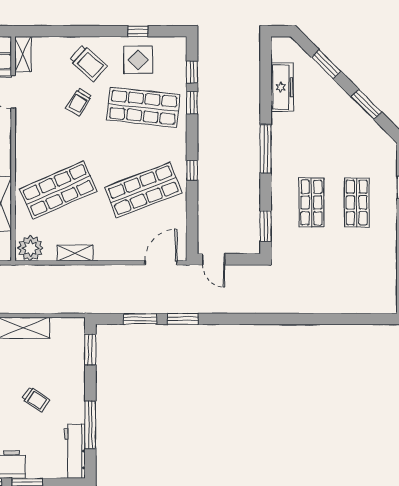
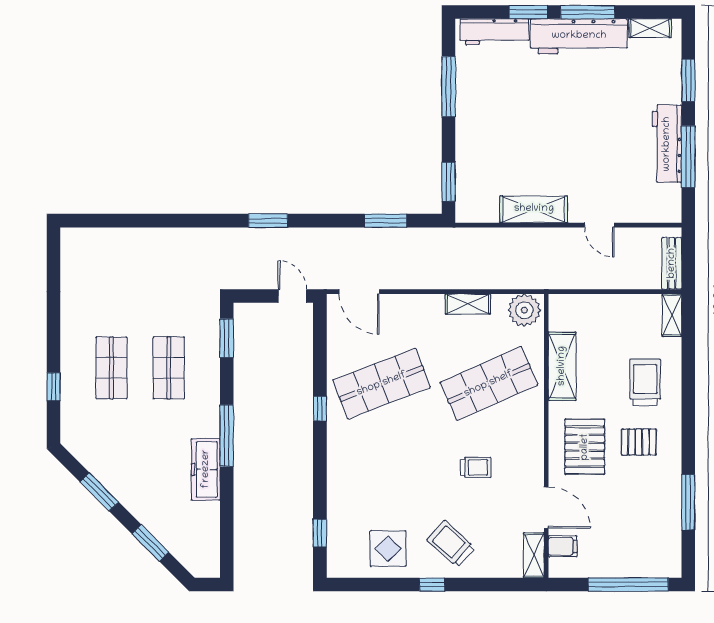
window: (138, 31) -> (432, 585), moved
freezer: (282, 87) -> (206, 469), moved
trolley: (79, 102) -> (476, 467), moved, turned 58
window: (192, 103) -> (320, 494), removed
shop shelf: (143, 107) -> (382, 488), removed
door: (161, 263) -> (359, 292), hinge flipped
window: (183, 319) -> (268, 221), moved
trolley: (36, 399) -> (518, 119), removed
workbench: (75, 451) -> (494, 32), moved, turned 90

